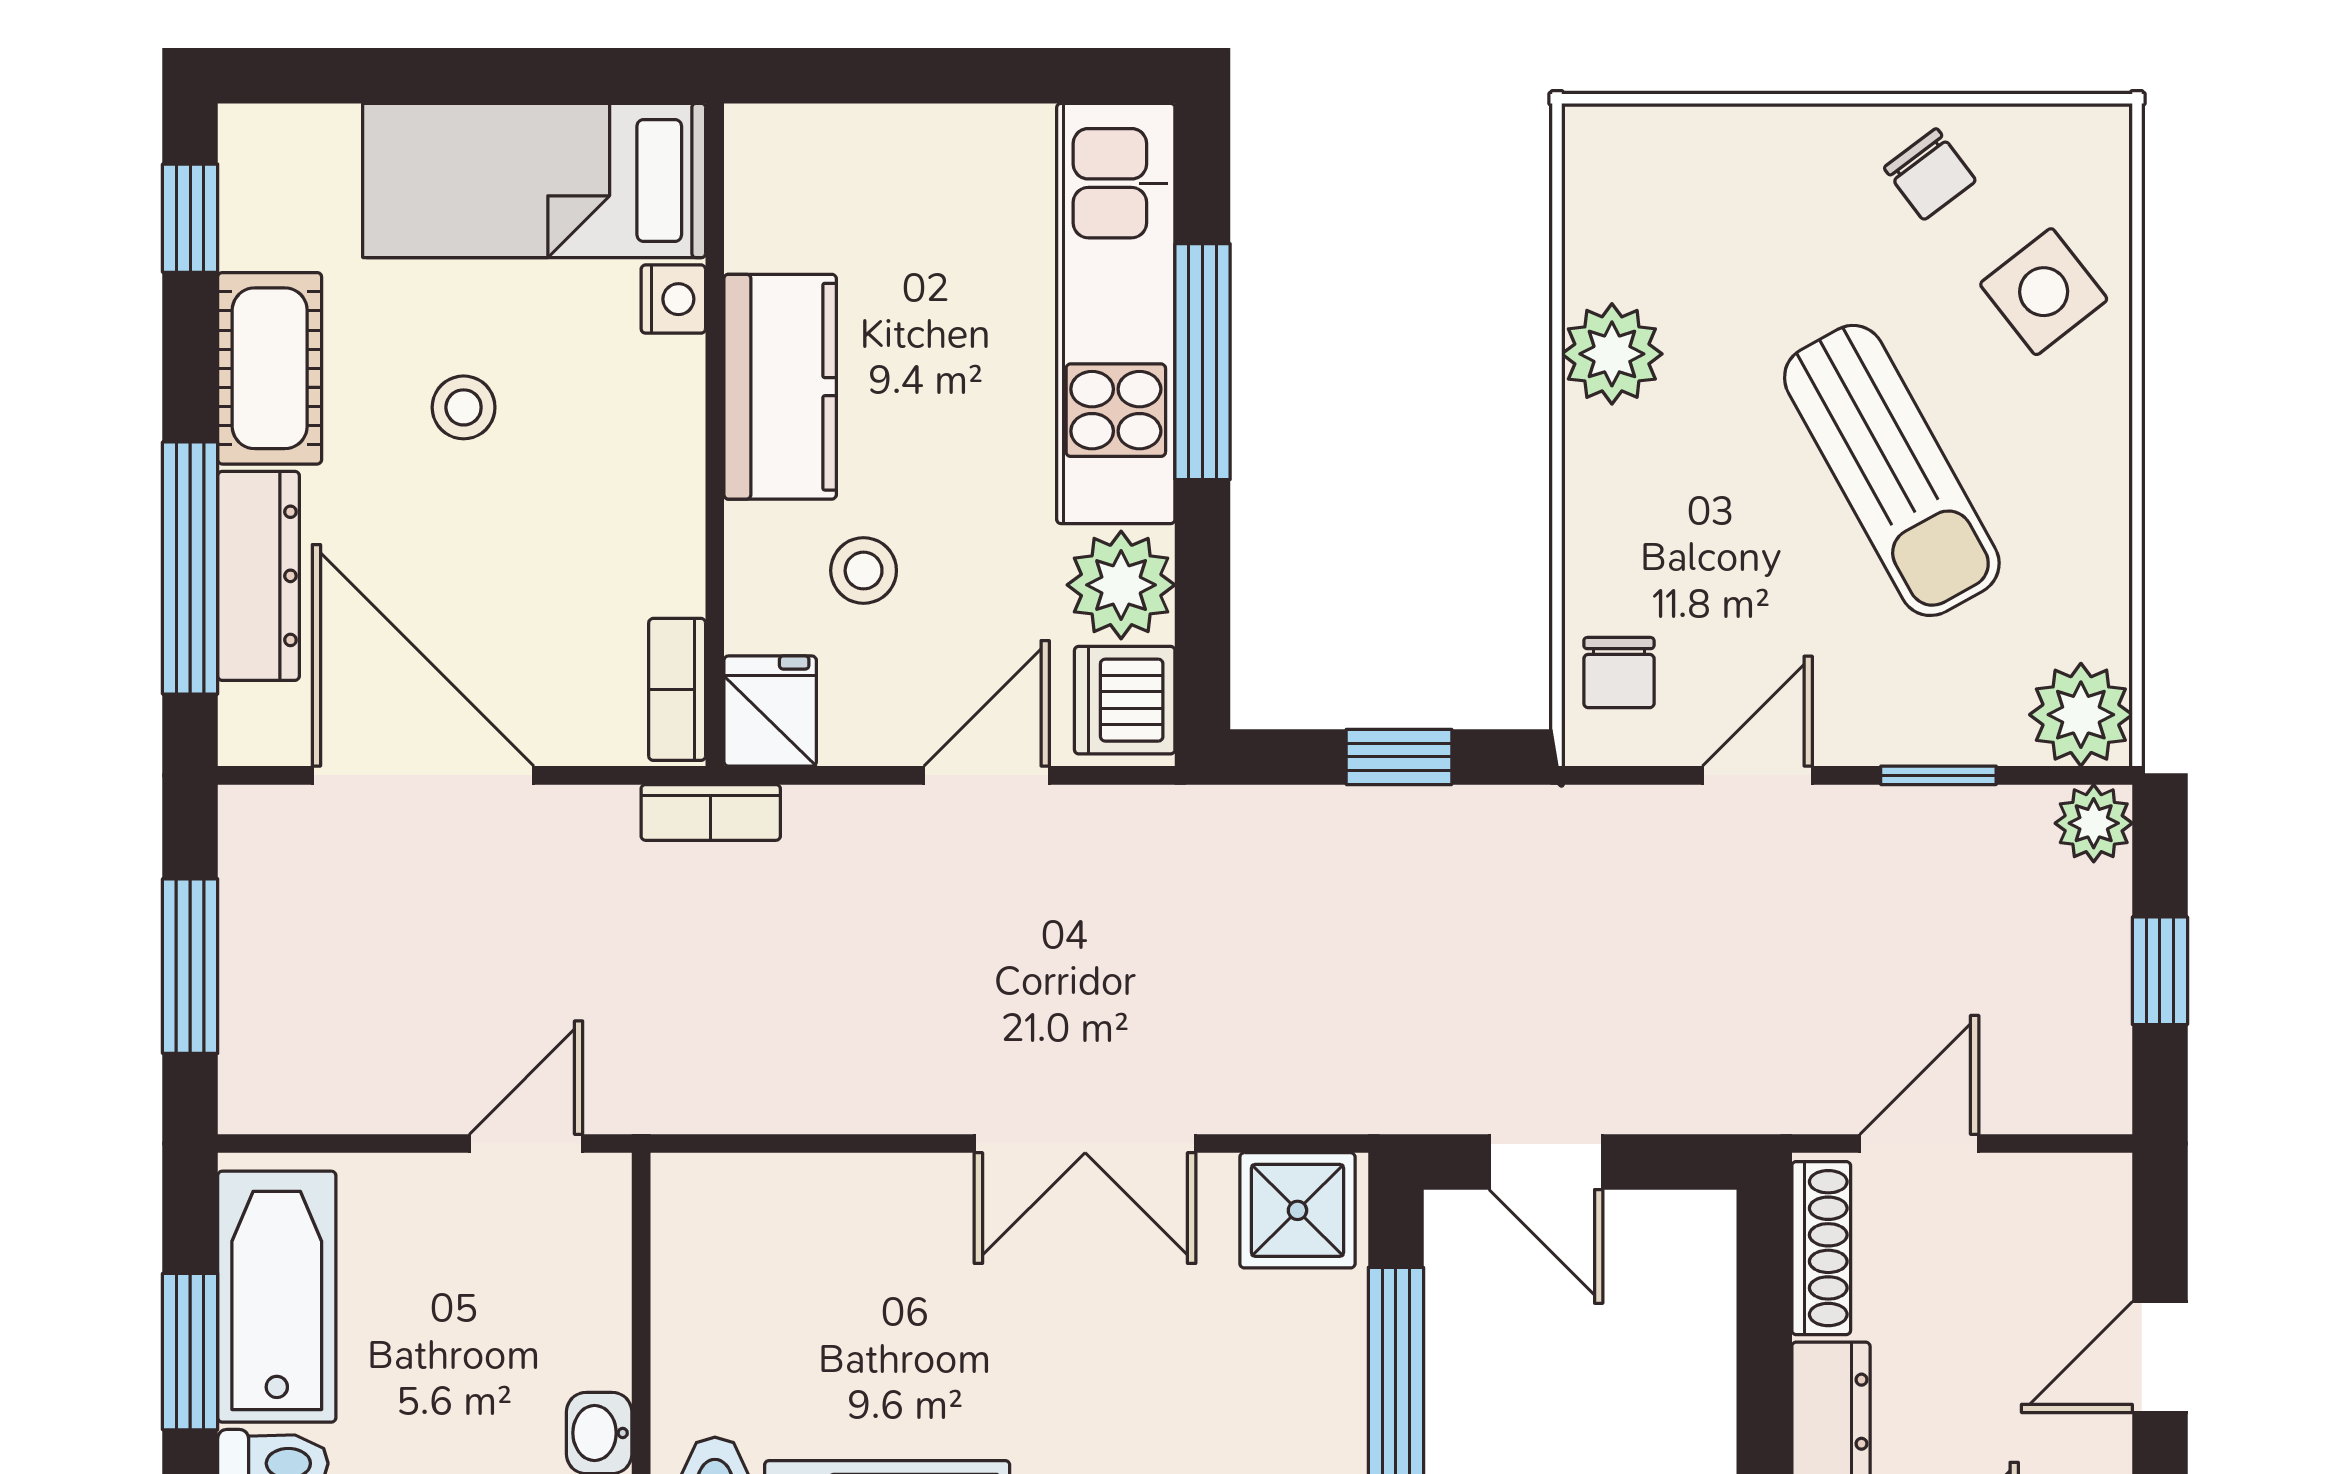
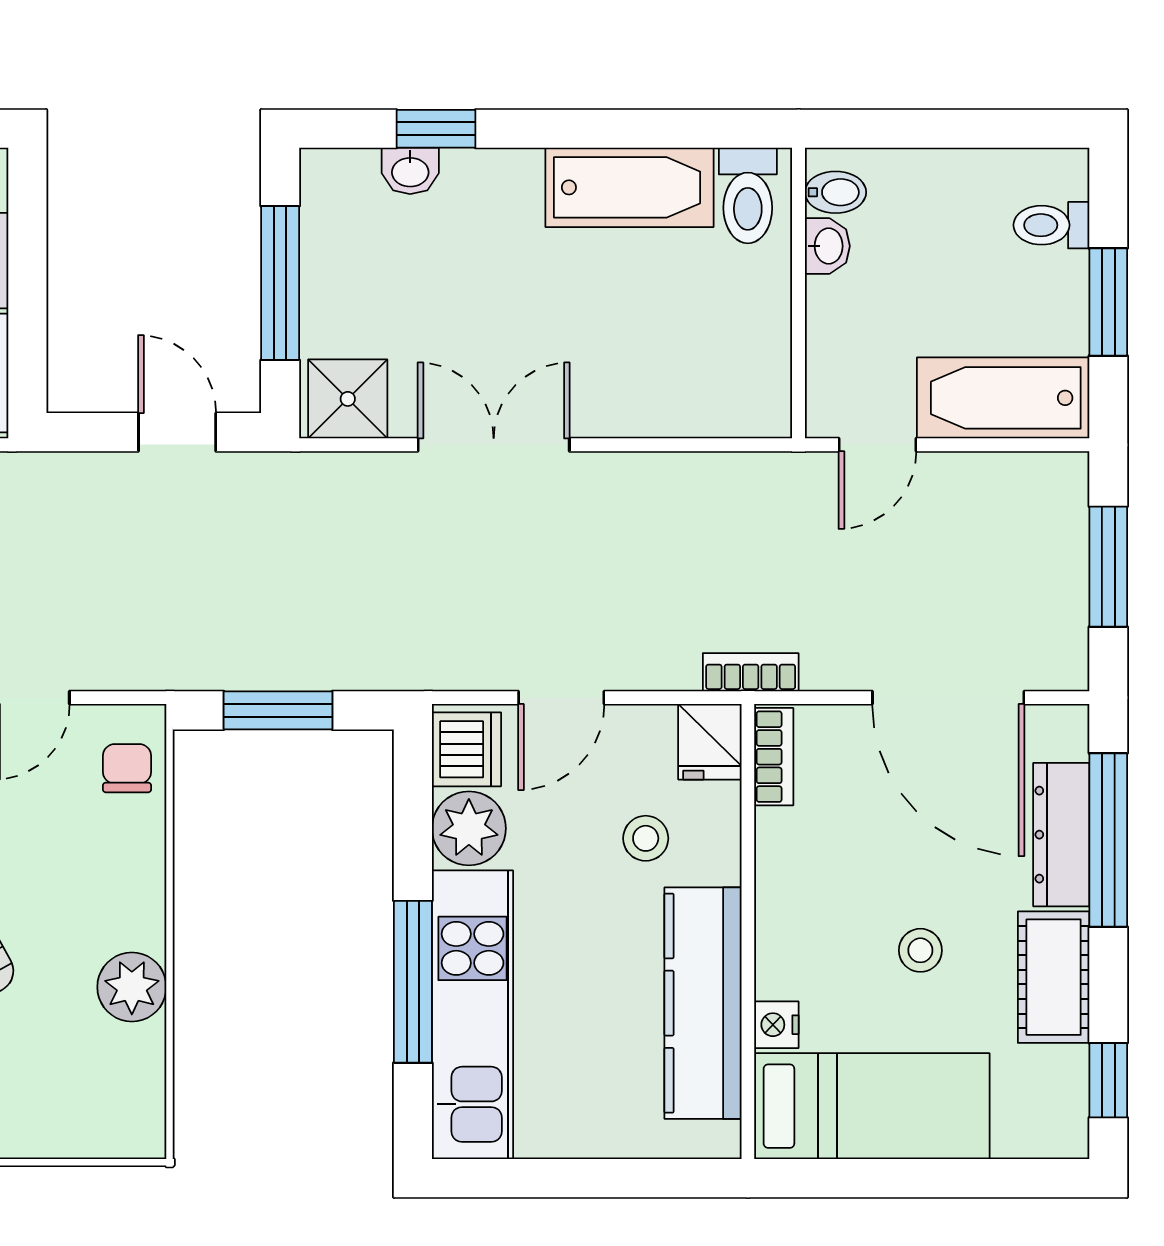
kitchen counter: (780, 387) -> (703, 1003), width x1.50
window: (1399, 757) -> (278, 710), width x1.50
bathtub: (277, 1297) -> (1003, 398), moved, turned 90

